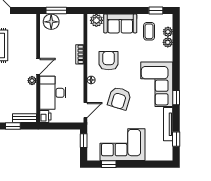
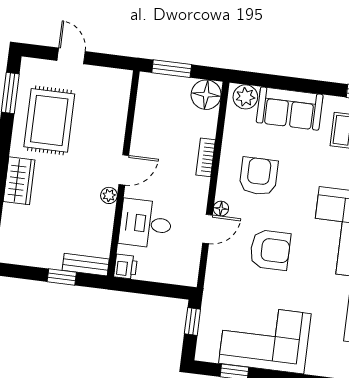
floor lamp: (51, 22) -> (206, 95), moved
desk: (53, 93) -> (146, 224), width x0.73
armchair: (119, 98) -> (270, 250), turned -107
door: (85, 110) -> (207, 229), moved

